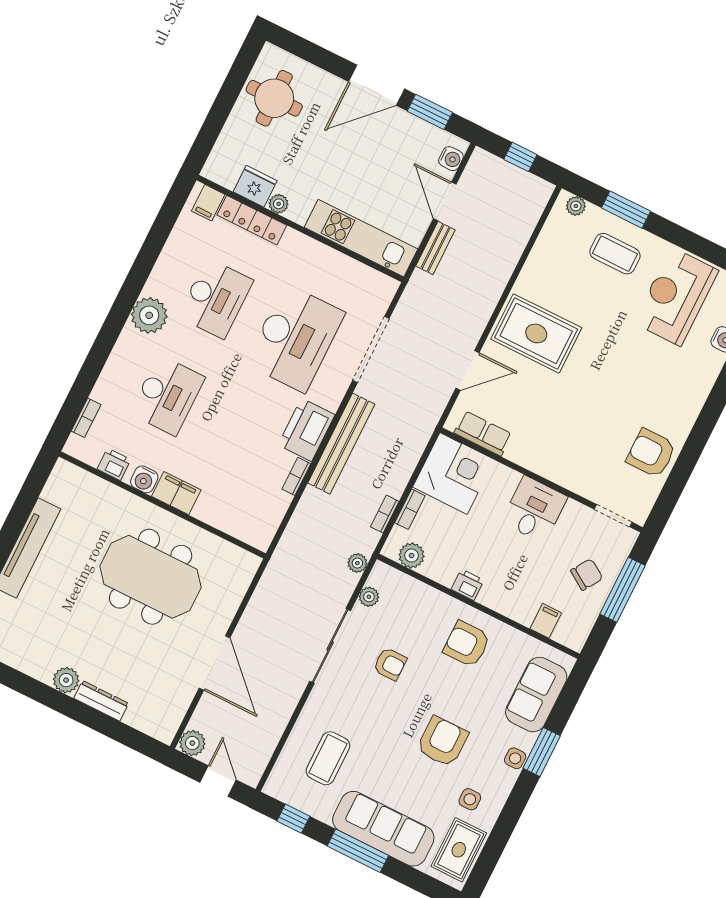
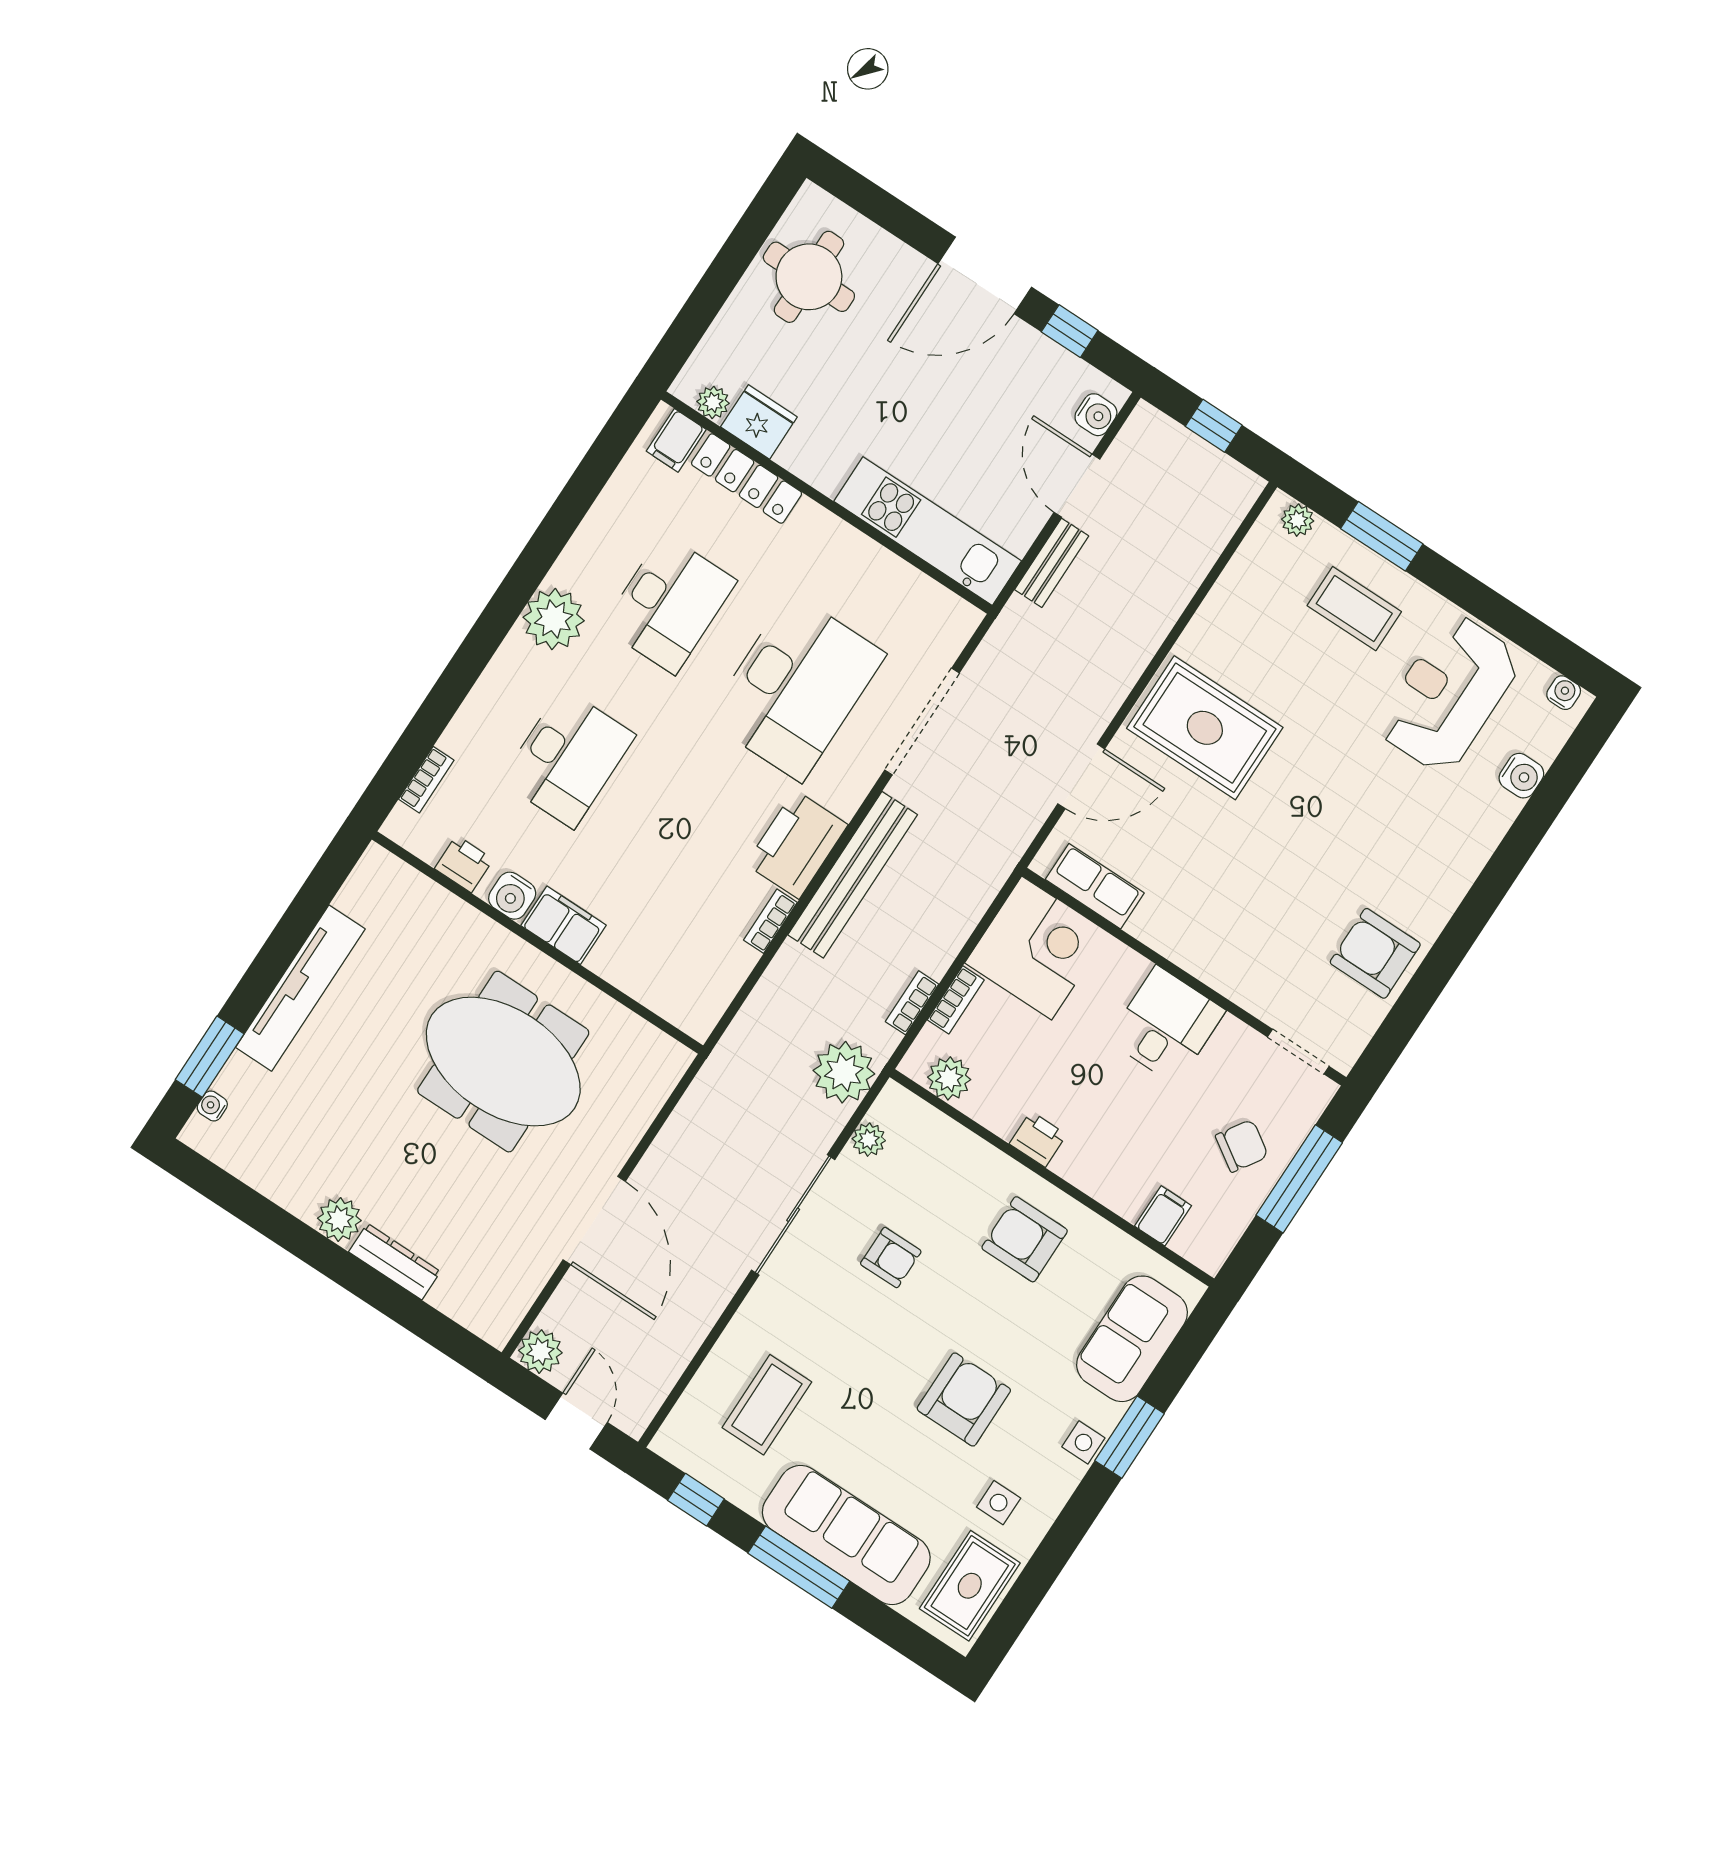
window: (430, 112) -> (1070, 331), width x0.67
plant: (279, 204) -> (713, 402), moved
plant: (357, 563) -> (844, 1072), width x1.88, depth x1.88

